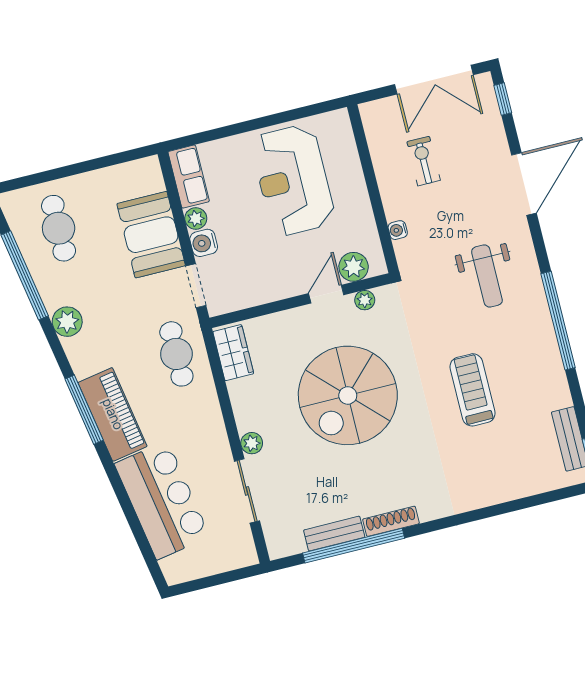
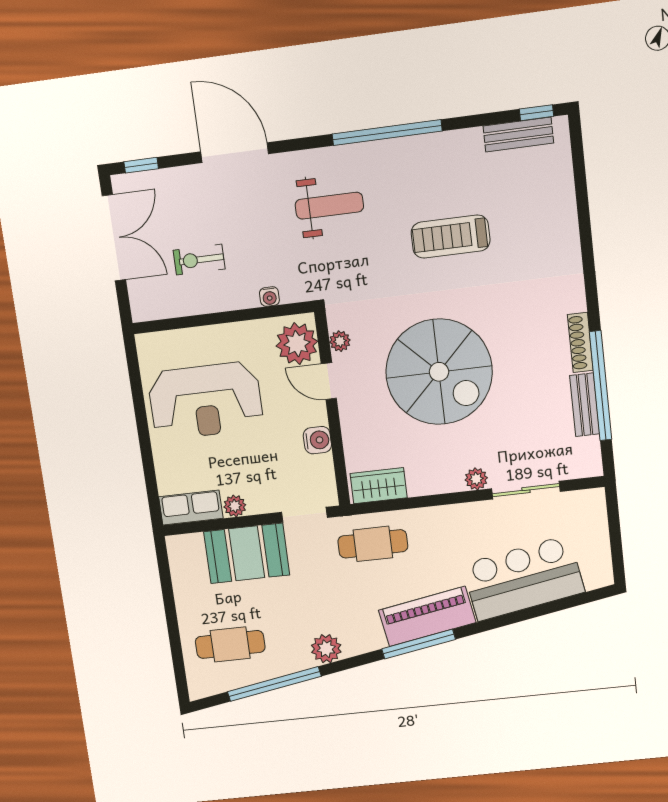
water cooler: (204, 243) -> (317, 440), moved, turned -90
plant: (354, 267) -> (297, 344), width x1.36, depth x1.36

